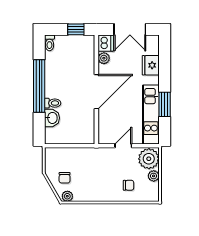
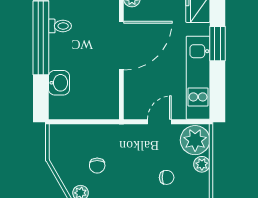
toilet: (53, 103) -> (60, 26), moved
window: (165, 104) -> (217, 44), moved
chair: (65, 178) -> (97, 166), moved

